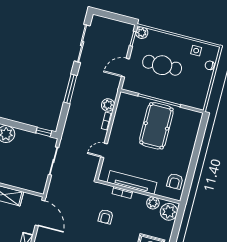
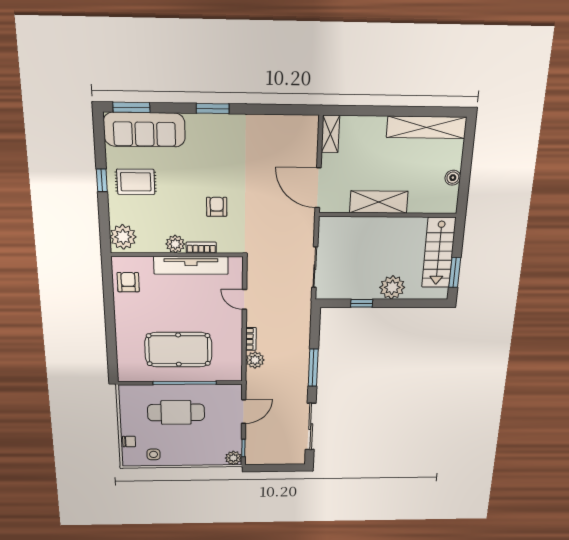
cafe table: (162, 65) -> (176, 412), moved
pool table: (156, 126) -> (178, 350), turned 90
window: (44, 132) -> (362, 303), moved
door: (104, 150) -> (244, 299), swing flipped
plant: (153, 203) -> (175, 244), moved

